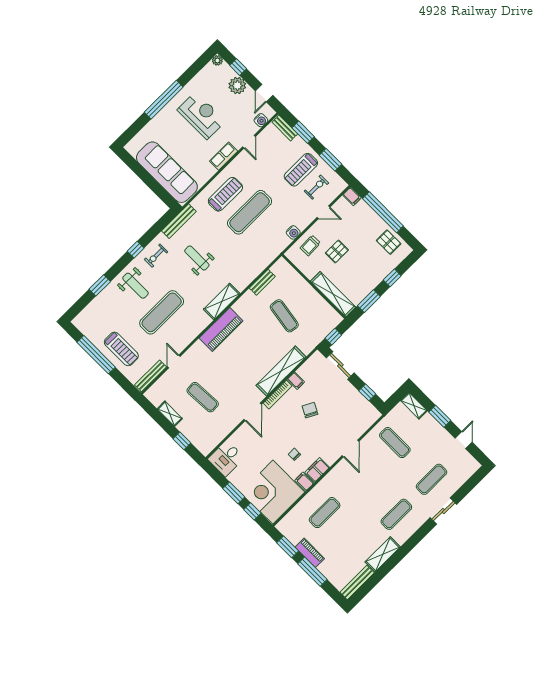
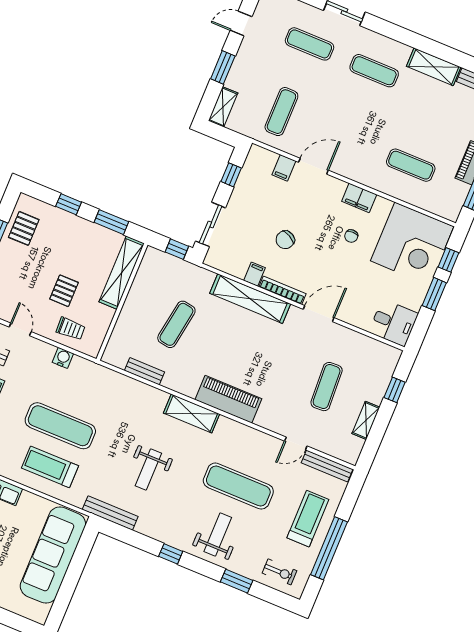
pallet: (337, 251) -> (64, 291), turned 90
exercise bike: (156, 256) -> (279, 572), moved
filing cabinet: (304, 482) -> (284, 168), moved

